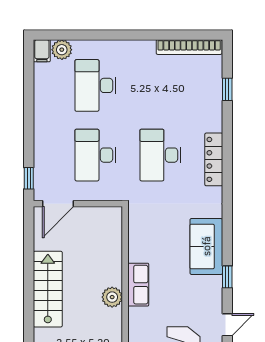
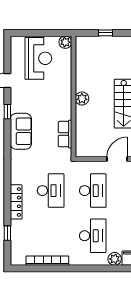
bookcase: (189, 47) -> (47, 261), moved
locker: (214, 159) -> (16, 202), moved
row of seats: (138, 285) -> (65, 134), moved

